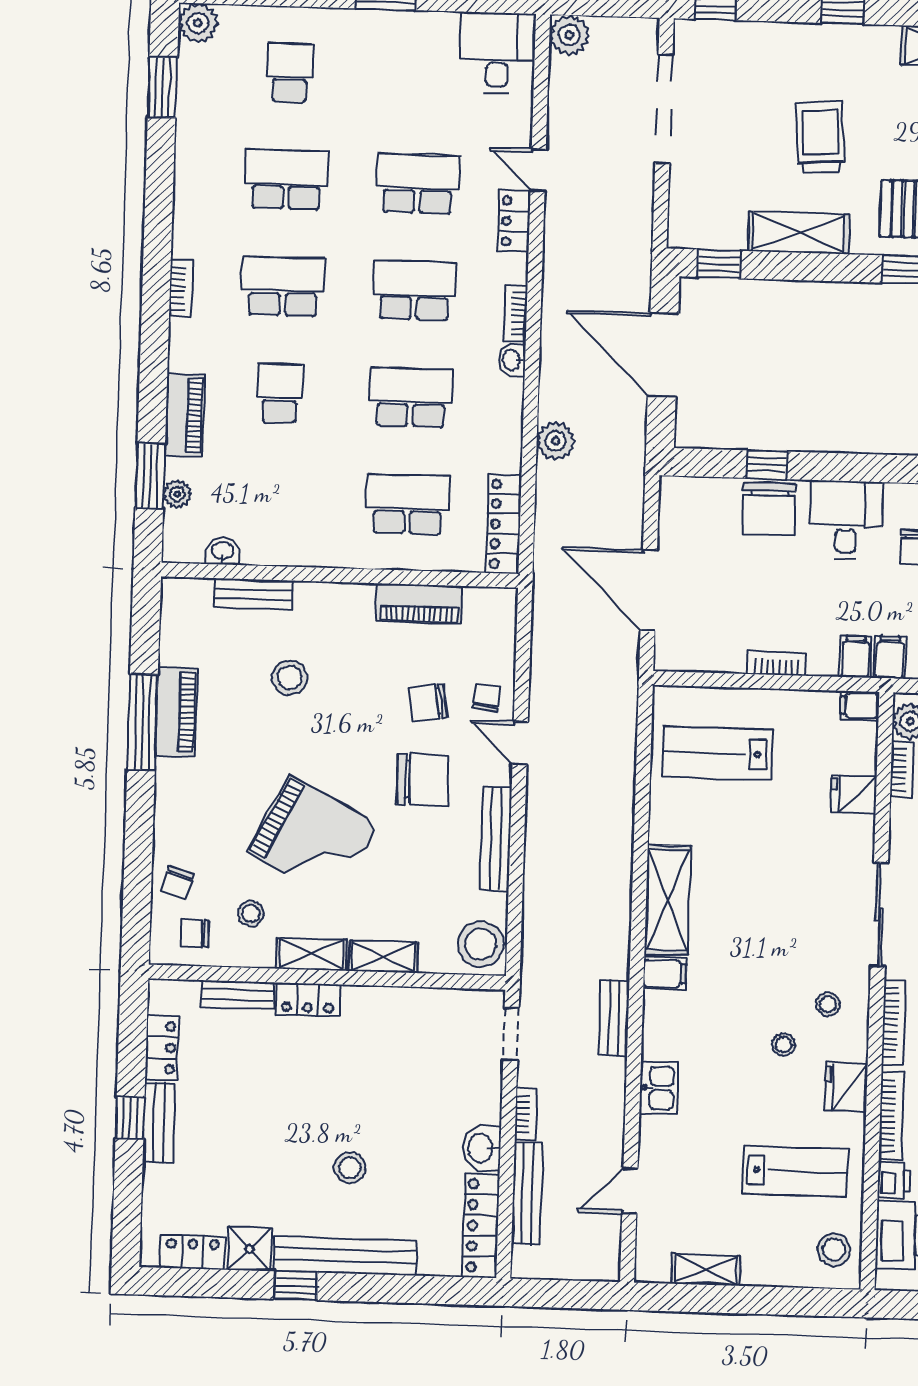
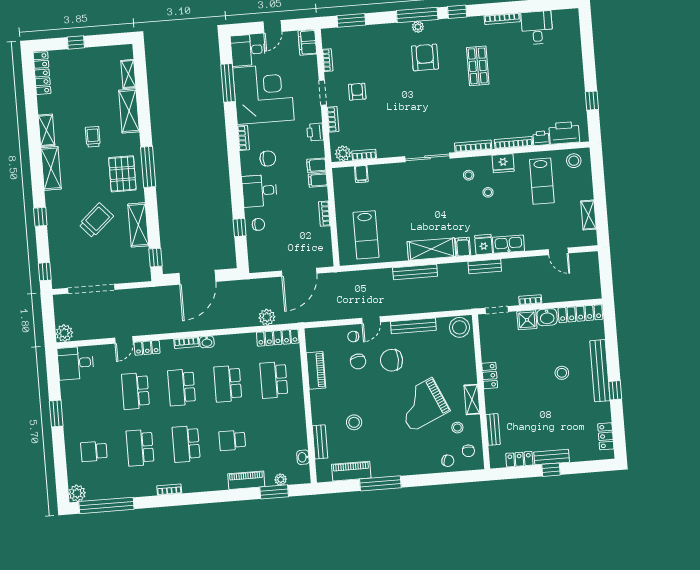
window: (162, 87) -> (106, 505), width x2.11
trolley: (820, 137) -> (96, 220), turned 142
bookcase: (181, 289) -> (169, 490), moved
plant: (556, 441) -> (267, 317), moved
chair: (769, 509) -> (258, 224), width x0.54, depth x0.54
filing cabinet: (860, 706) -> (361, 174), moved
piano: (176, 712) -> (351, 471), moved
chair: (423, 780) -> (392, 360), turned -90
fridge: (854, 794) -> (484, 245), moved, turned 180
grand piano: (313, 838) -> (422, 405), turned -141
shelving: (383, 957) -> (470, 369), removed
locker: (308, 999) -> (490, 375), moved
kitchen sink: (659, 1088) -> (508, 244), width x1.38
lab bench: (795, 1171) -> (542, 181), turned 180
bench: (527, 1193) -> (415, 272), moved
shower: (250, 1249) -> (527, 320), moved

